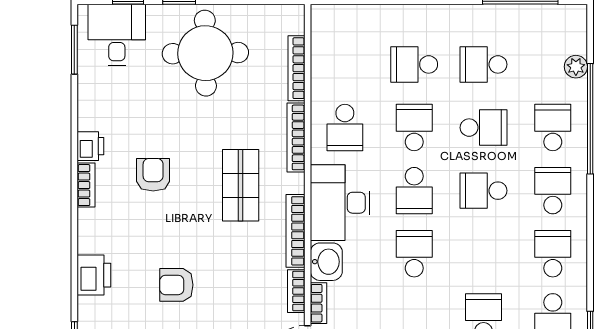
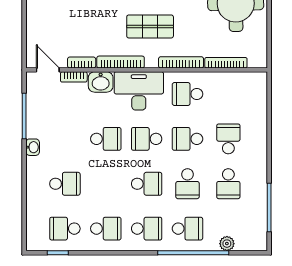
school desk: (483, 64) -> (228, 184), turned 180
school desk: (414, 128) -> (187, 139), turned 180
school desk: (483, 191) -> (147, 184), turned 90

